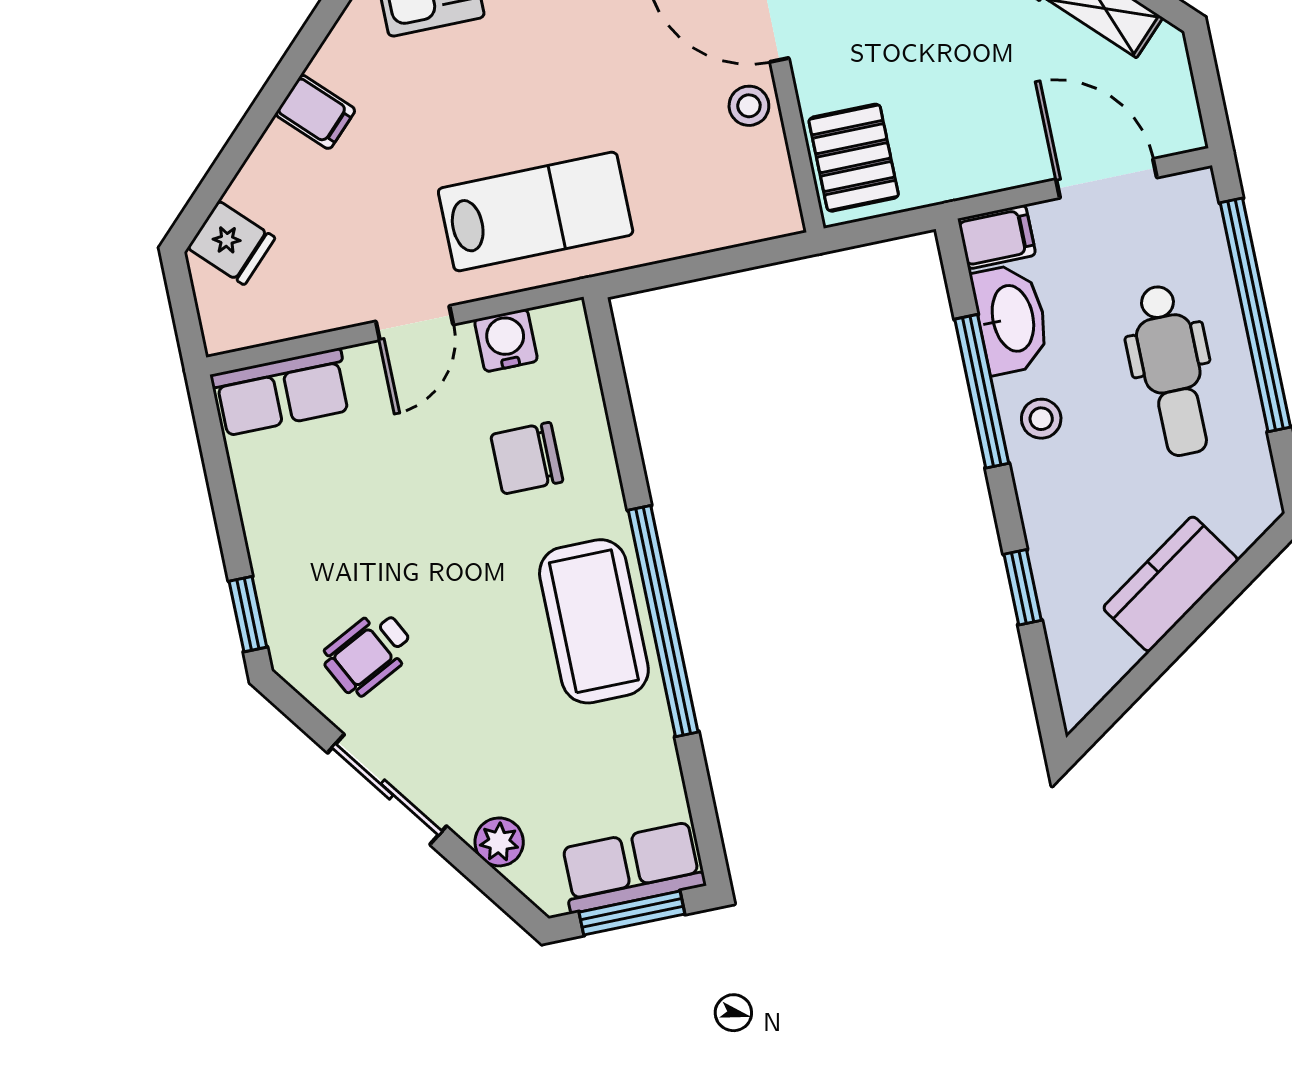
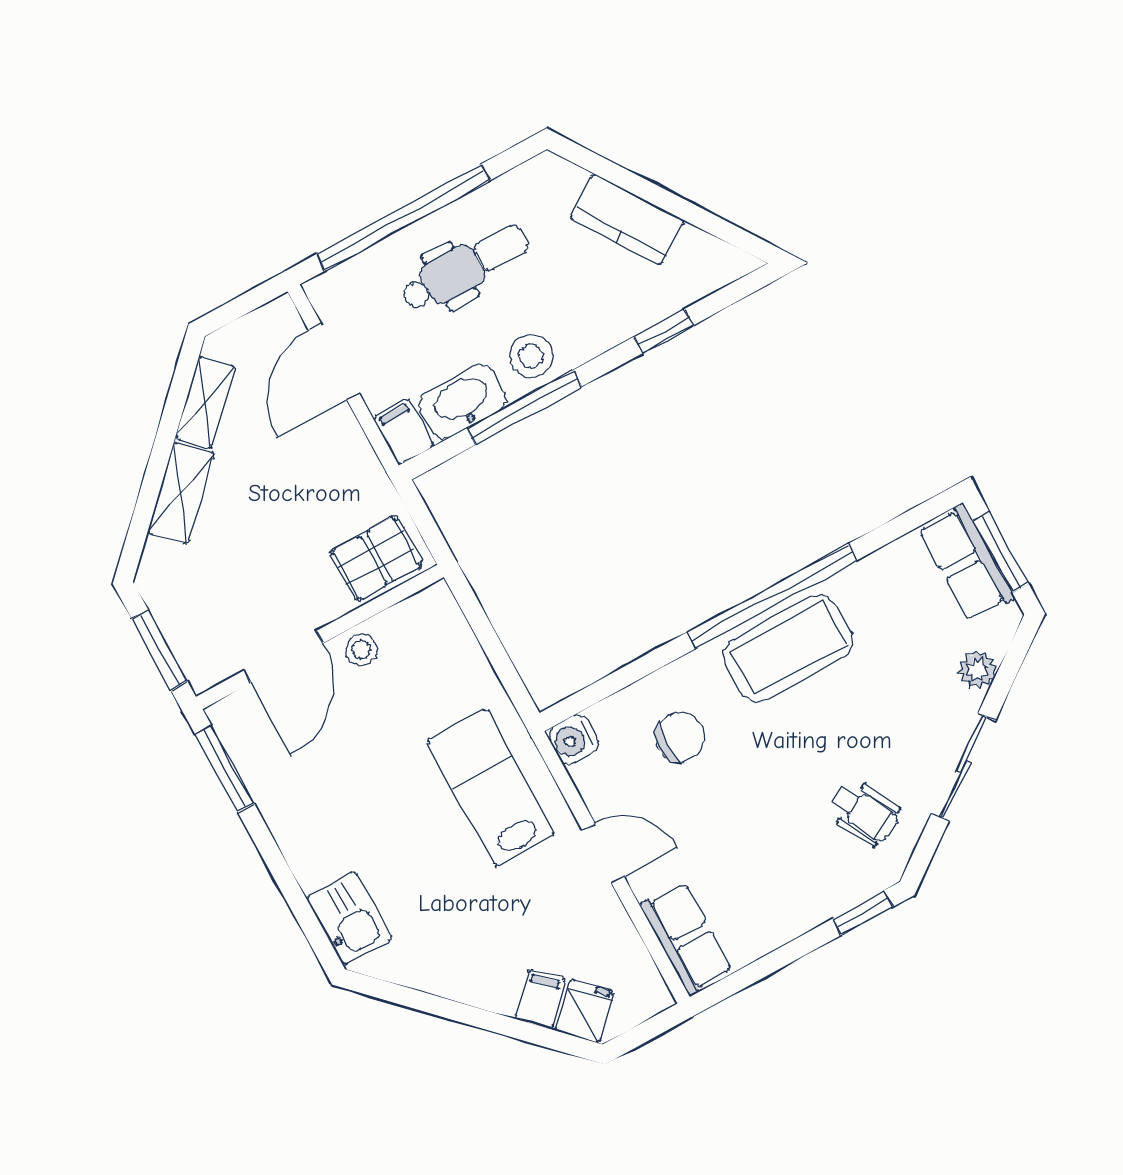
filing cabinet: (315, 112) -> (540, 999), moved
water cooler: (506, 340) -> (573, 740), moved
stool: (1041, 419) -> (531, 356), width x1.37, depth x1.37
chair: (527, 458) -> (680, 737), turned -90

